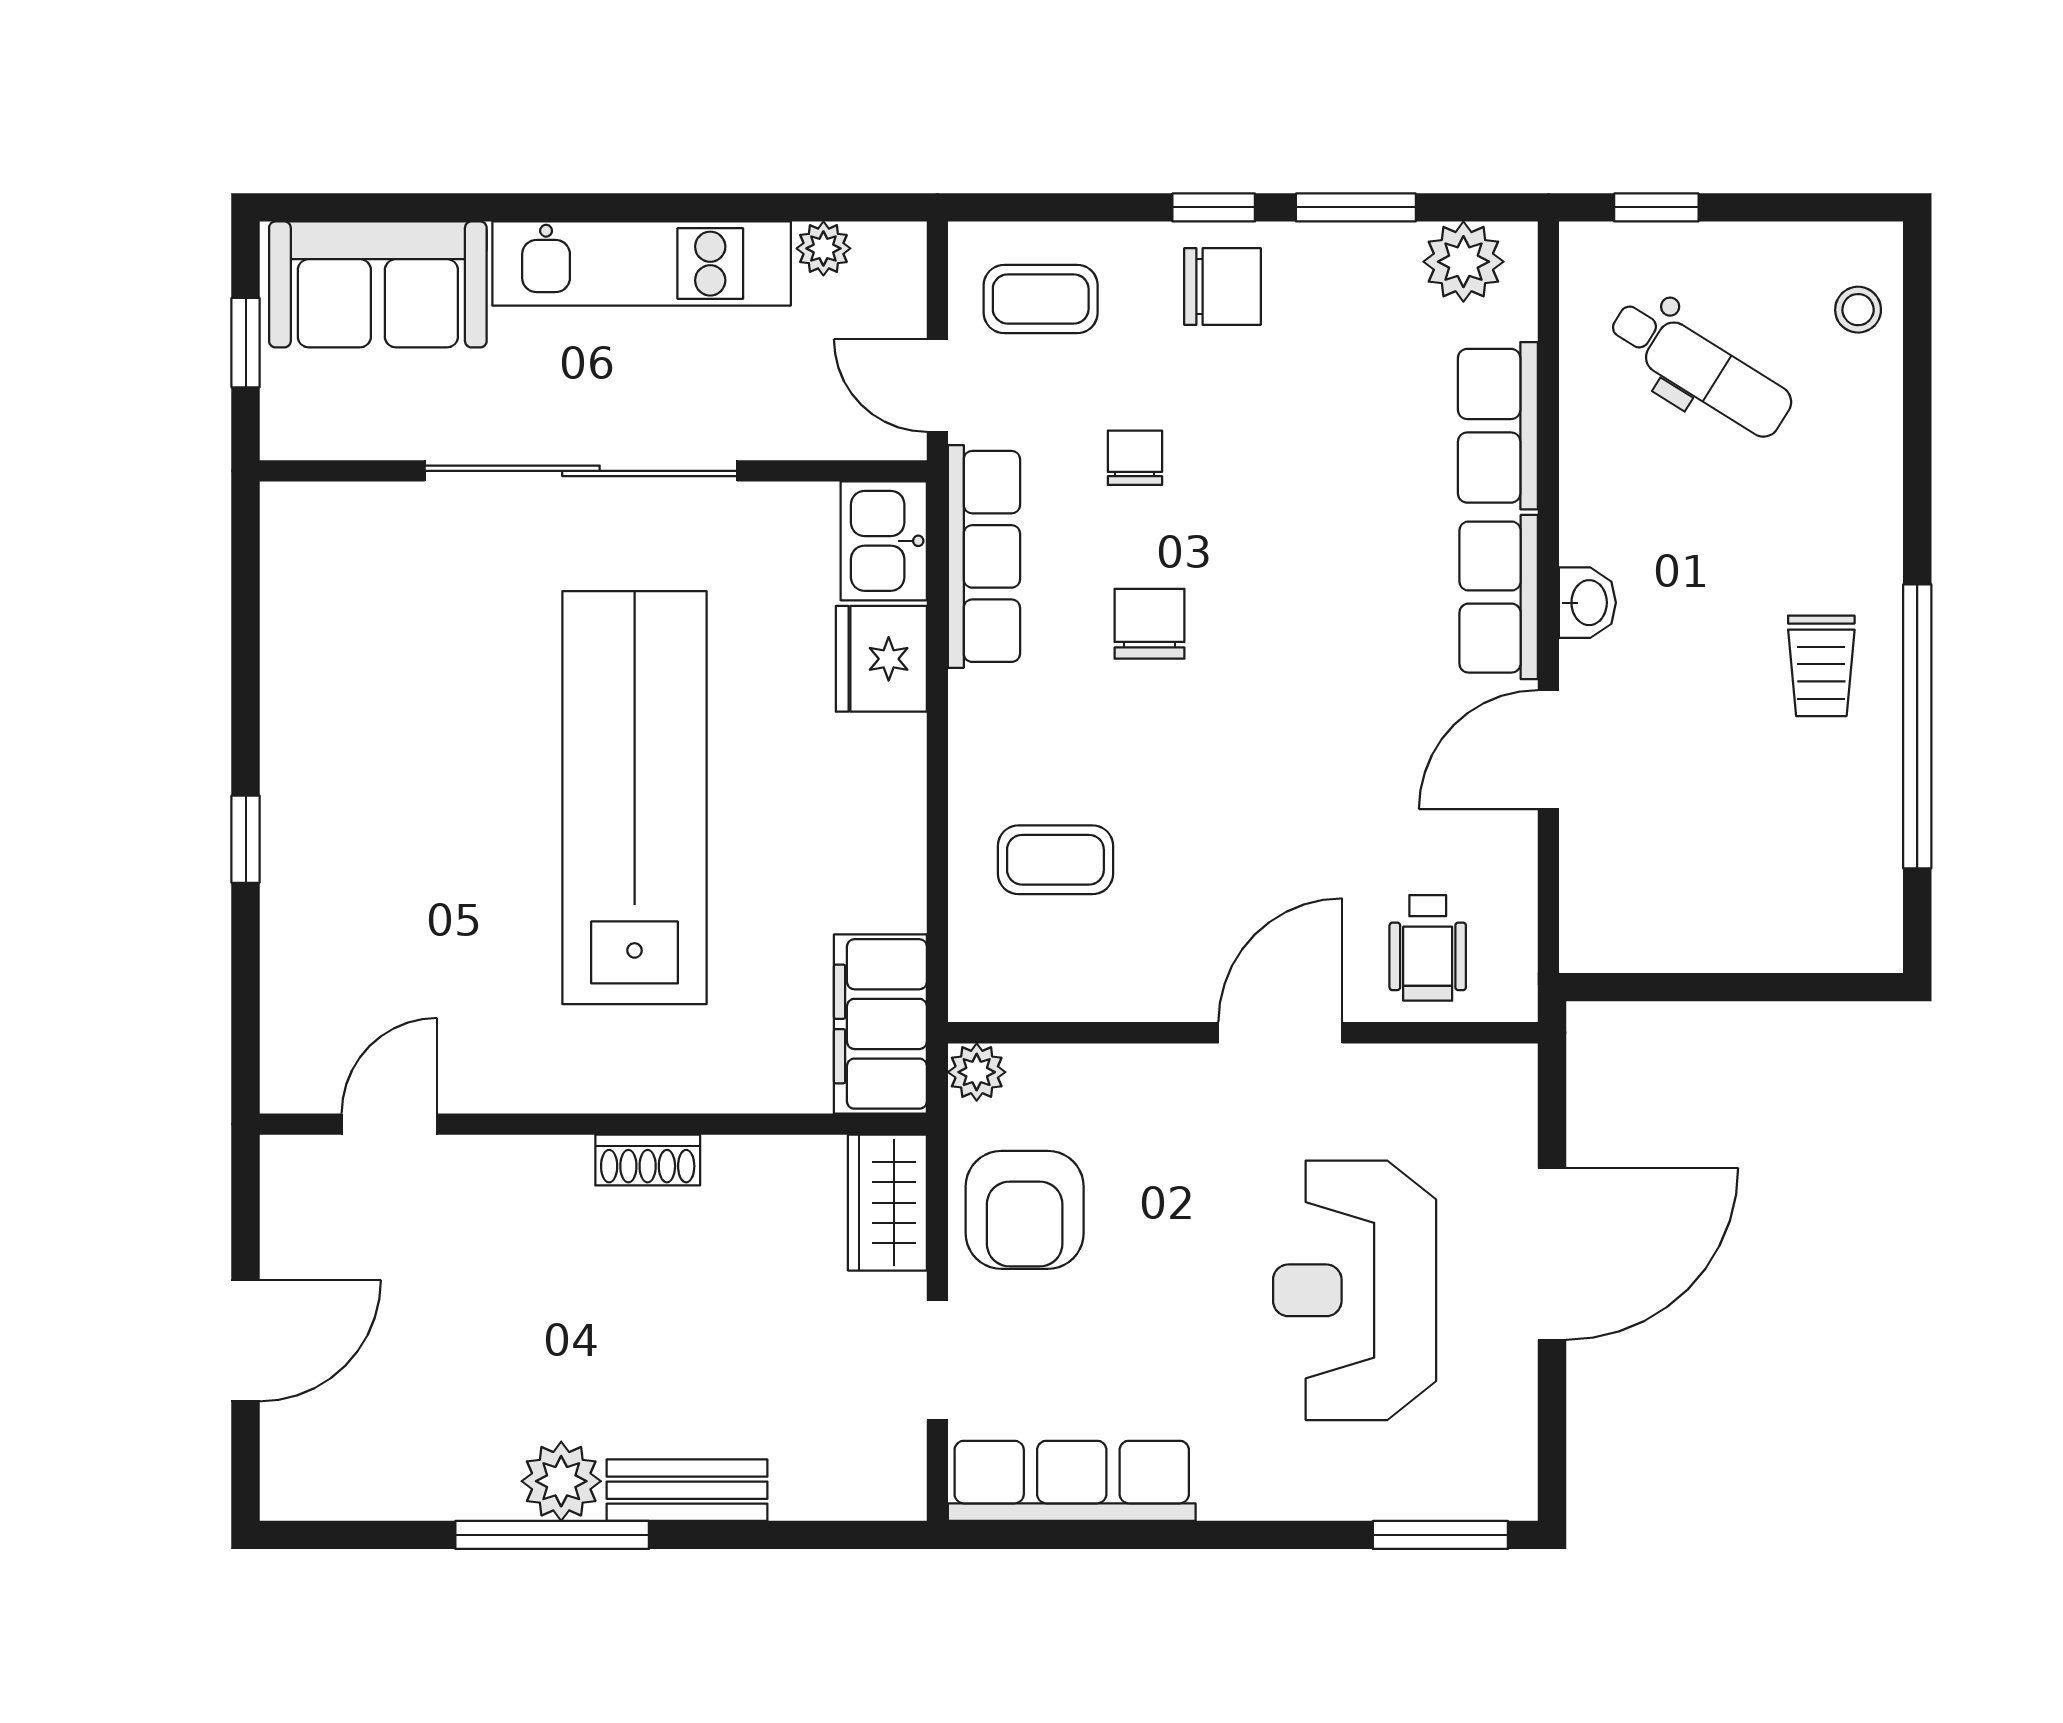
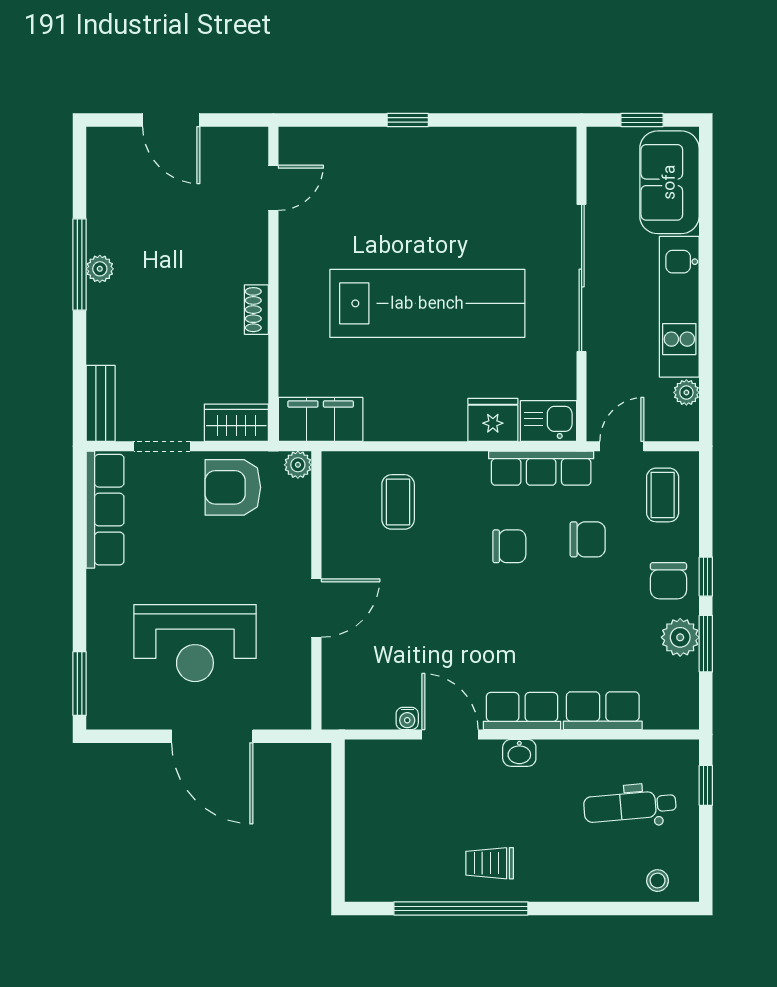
plant: (1463, 262) -> (680, 637), moved
dental chair: (1700, 368) -> (630, 806), turned 53
chair: (1135, 458) -> (588, 539), width x1.37, depth x1.37
water cooler: (1514, 840) -> (407, 718), added
wheelchair: (1428, 948) -> (356, 678), removed
door: (1280, 1033) -> (316, 608), hinge flipped
door: (389, 1124) -> (273, 188), hinge flipped
reception desk: (1355, 1290) -> (195, 643), turned 180
plant: (561, 1481) -> (100, 269), width x0.73, depth x0.73
bench: (687, 1490) -> (101, 403), moved

